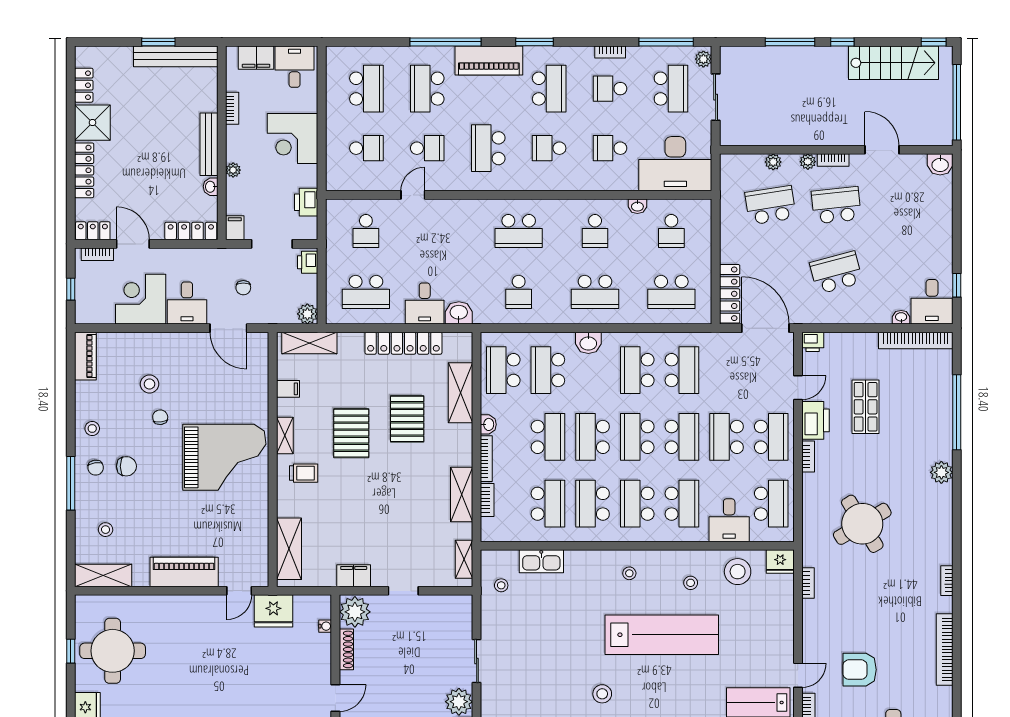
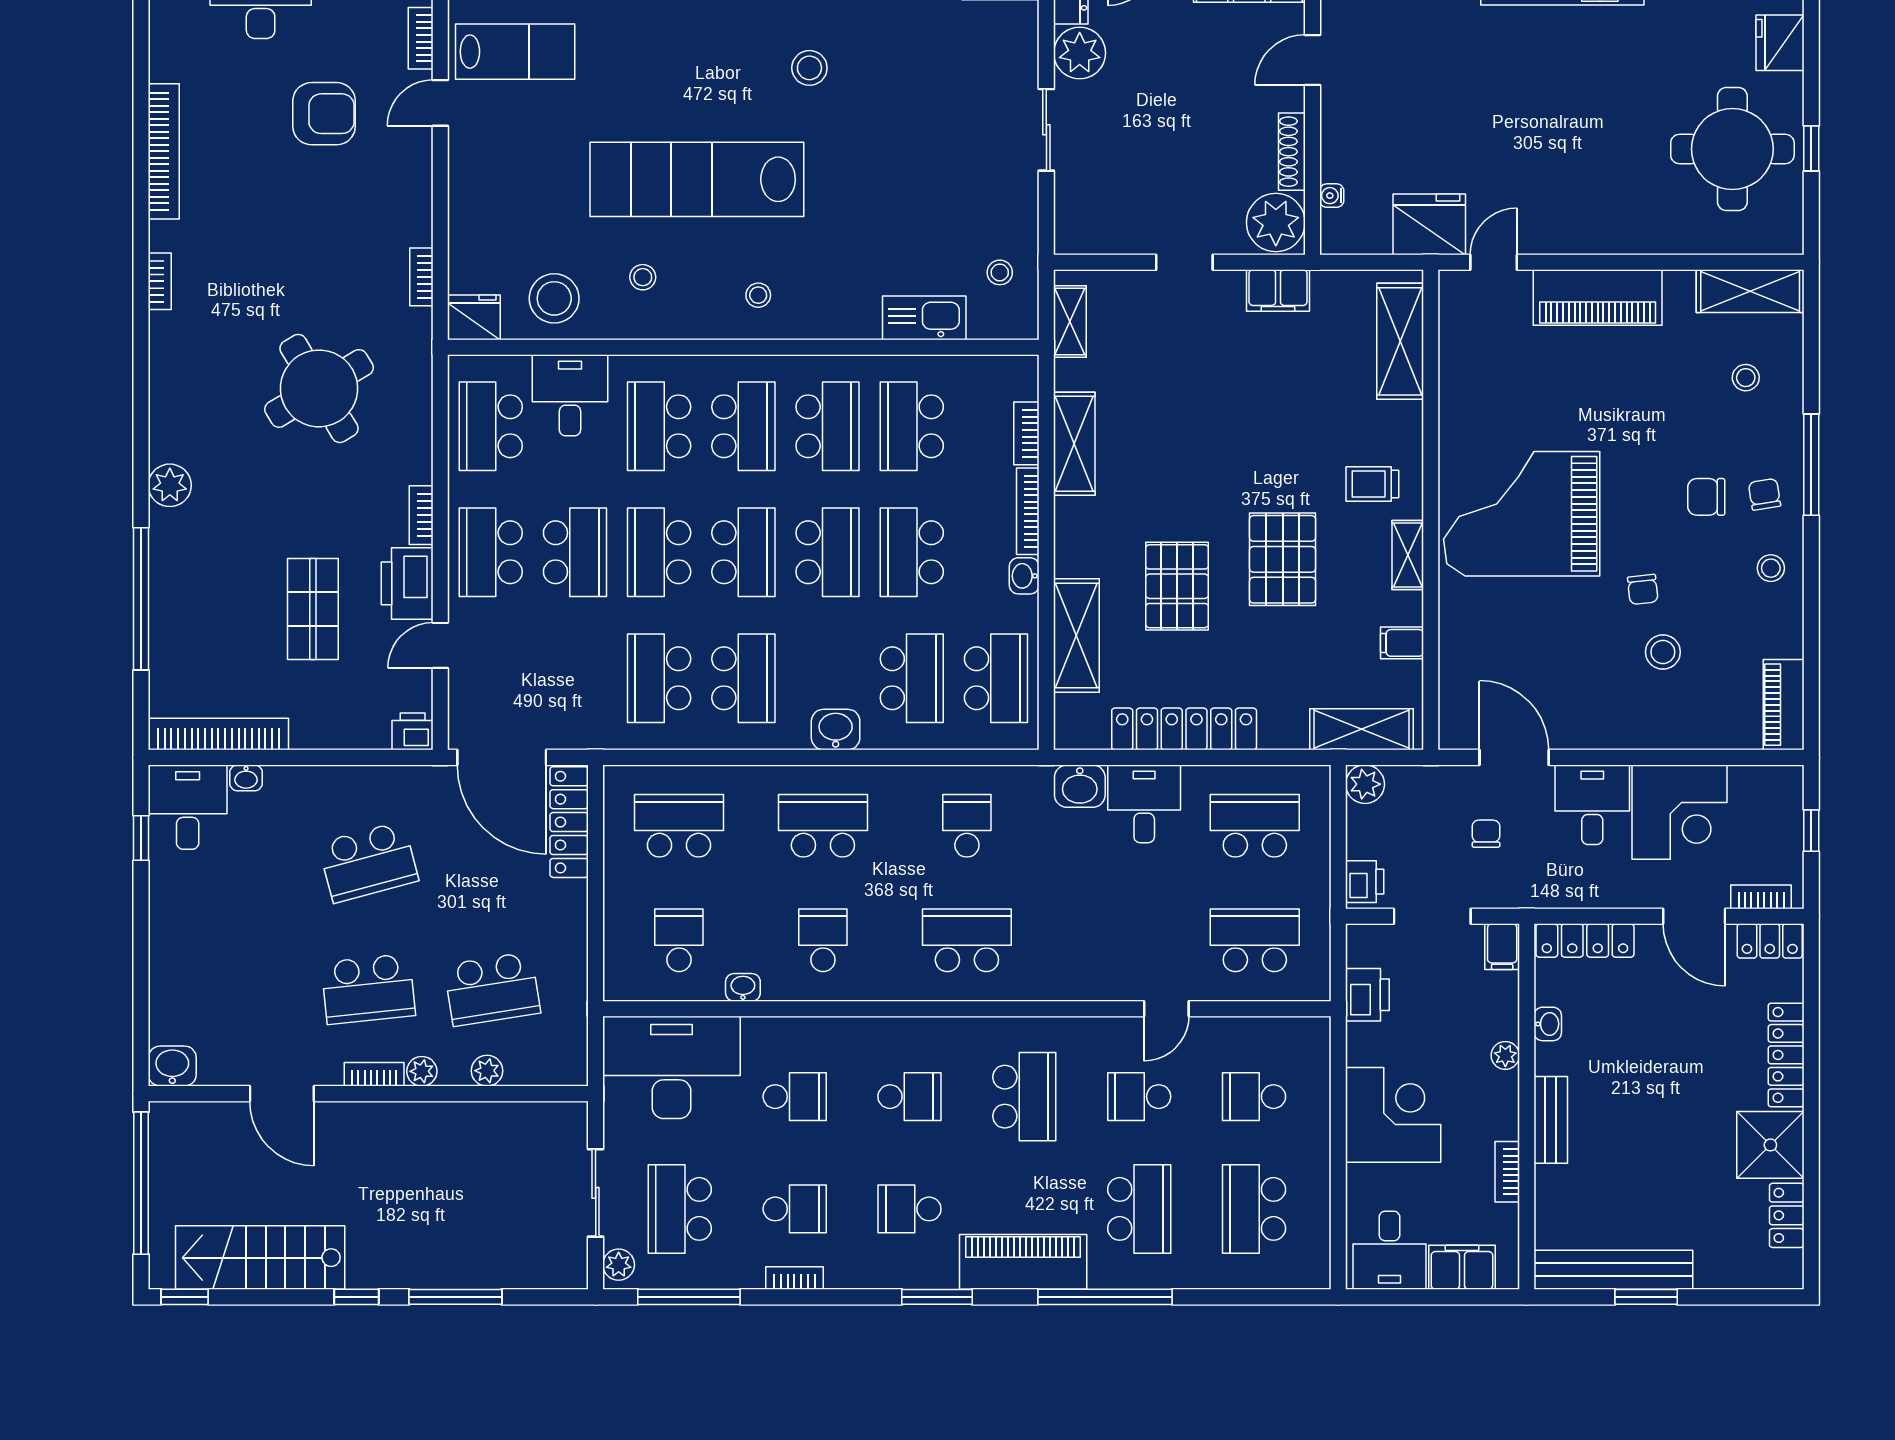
school desk: (549, 89) -> (909, 1209), width x0.54
bench: (209, 144) -> (1551, 1120), width x0.73
school desk: (366, 231) -> (1255, 940), width x1.85

